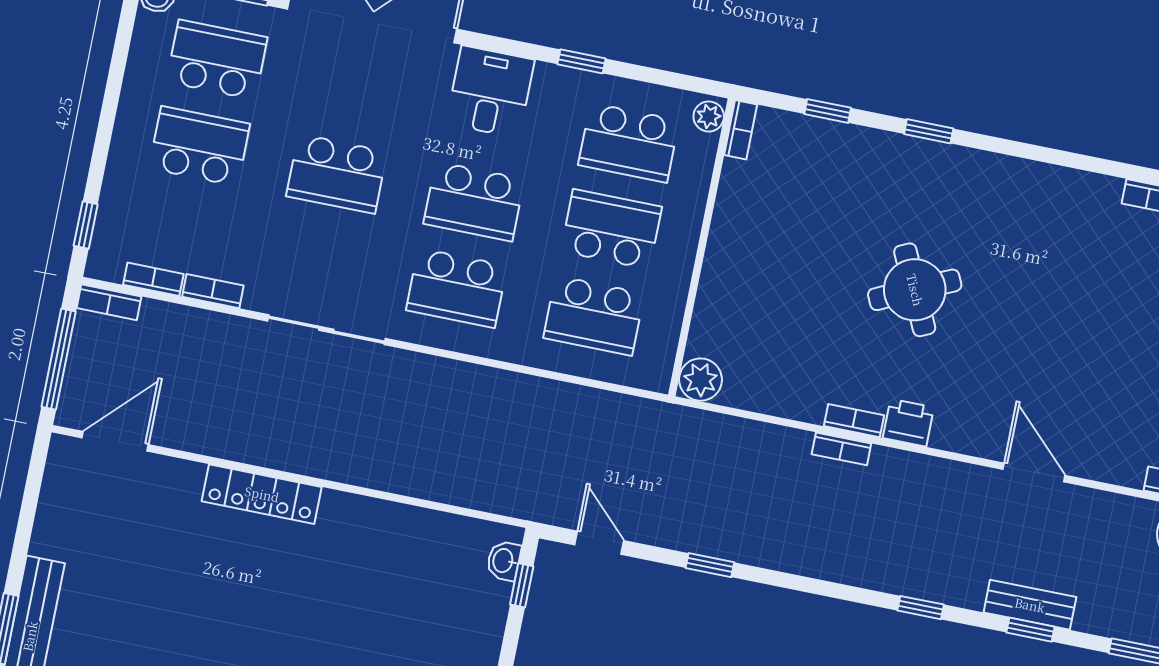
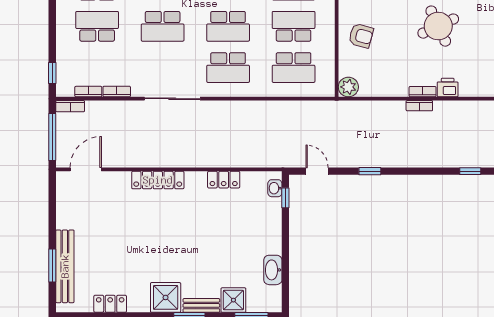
armchair: (749, 277) -> (361, 36), added
locker: (400, 521) -> (224, 180), added

